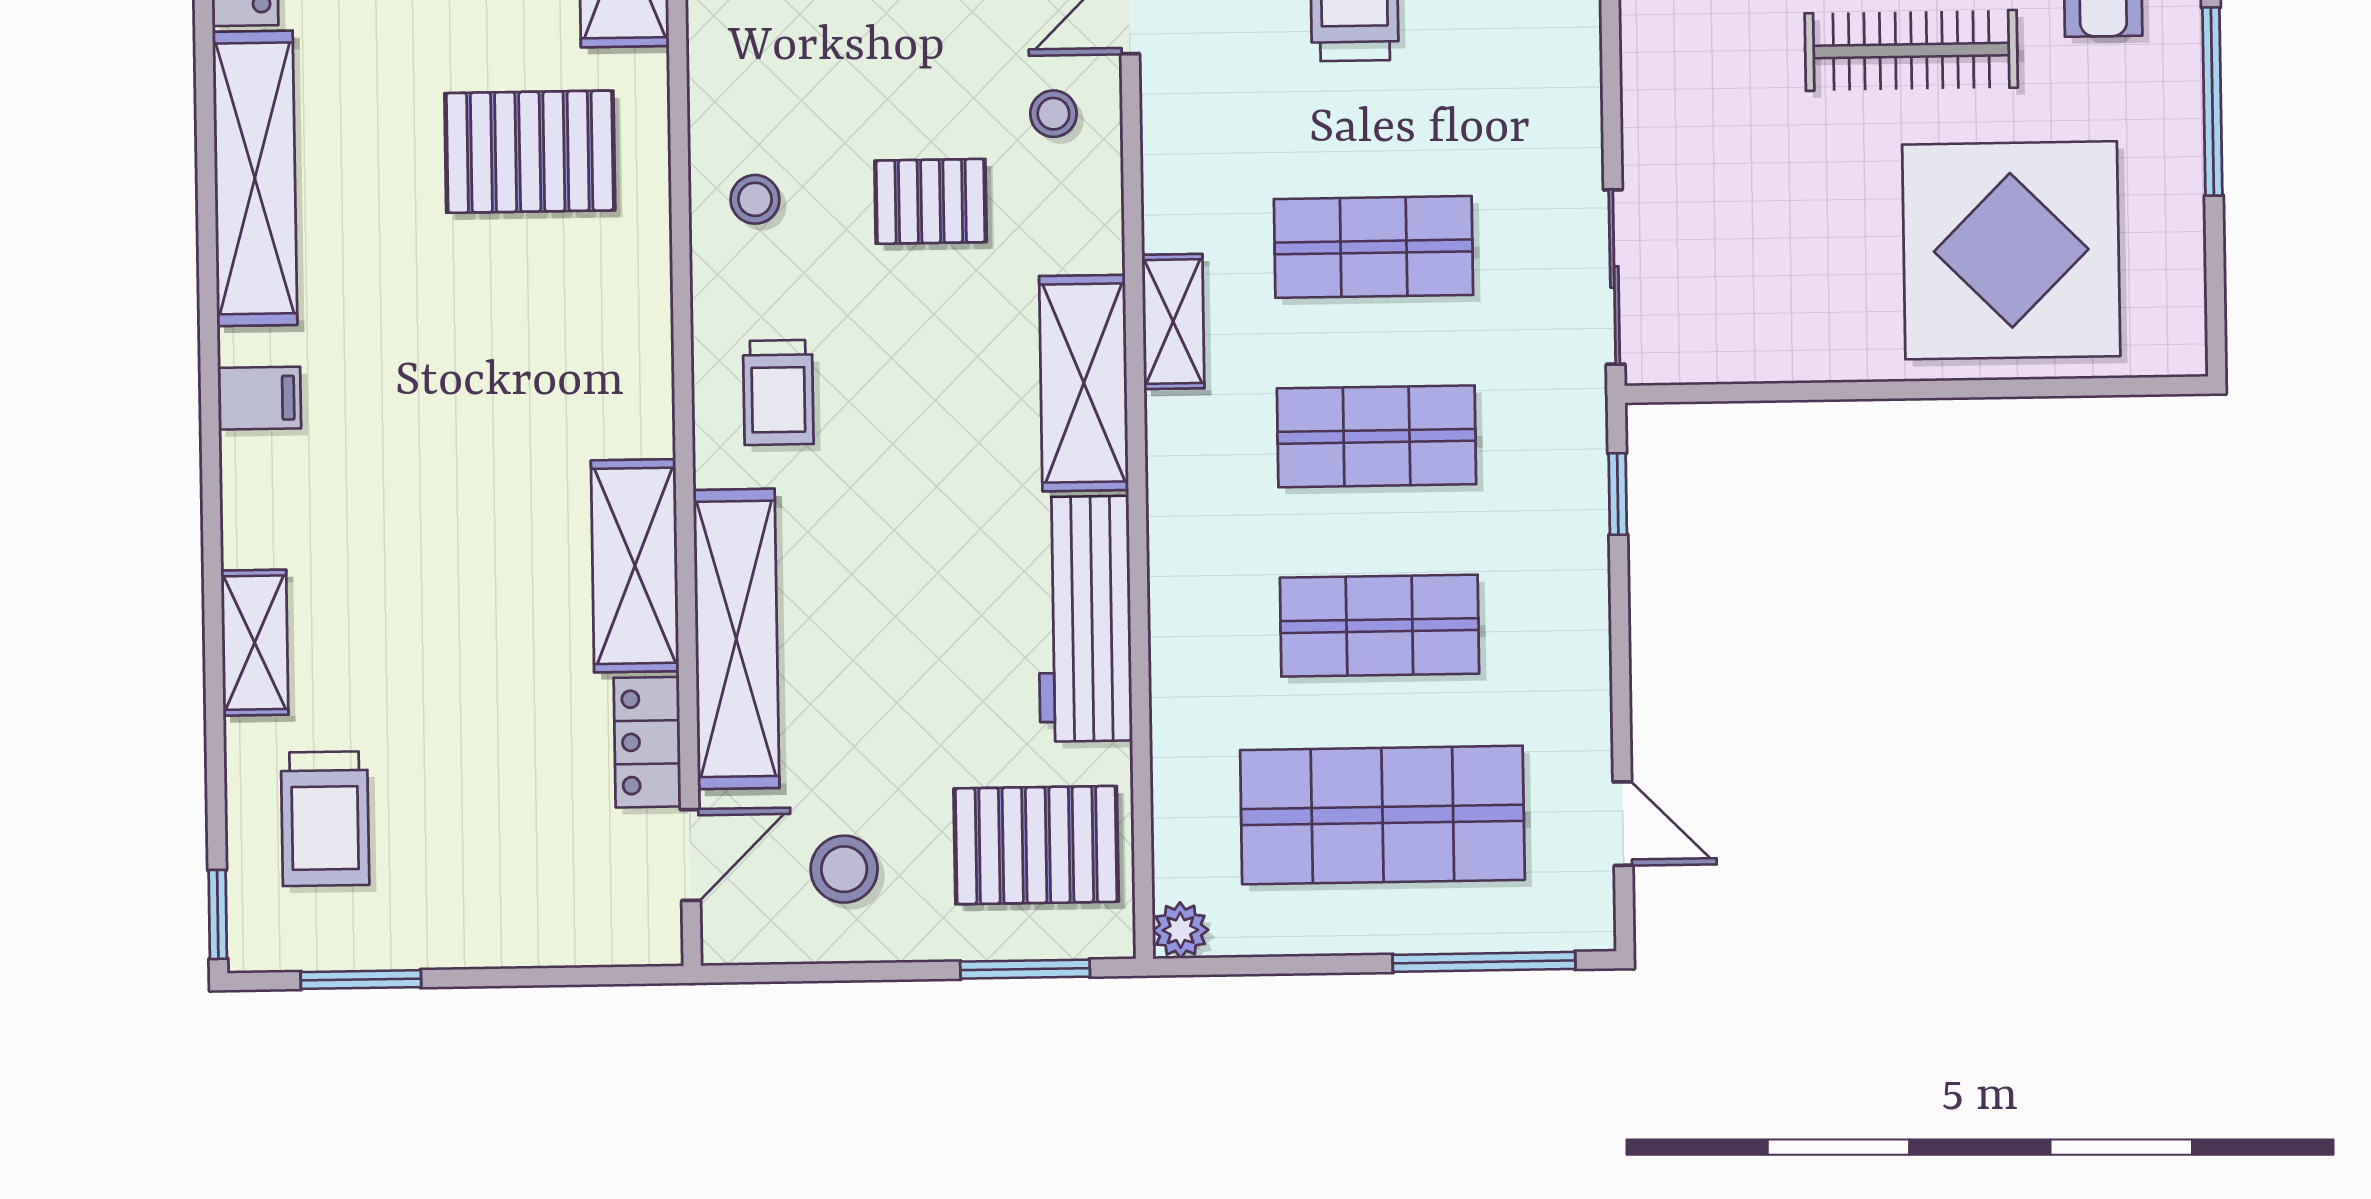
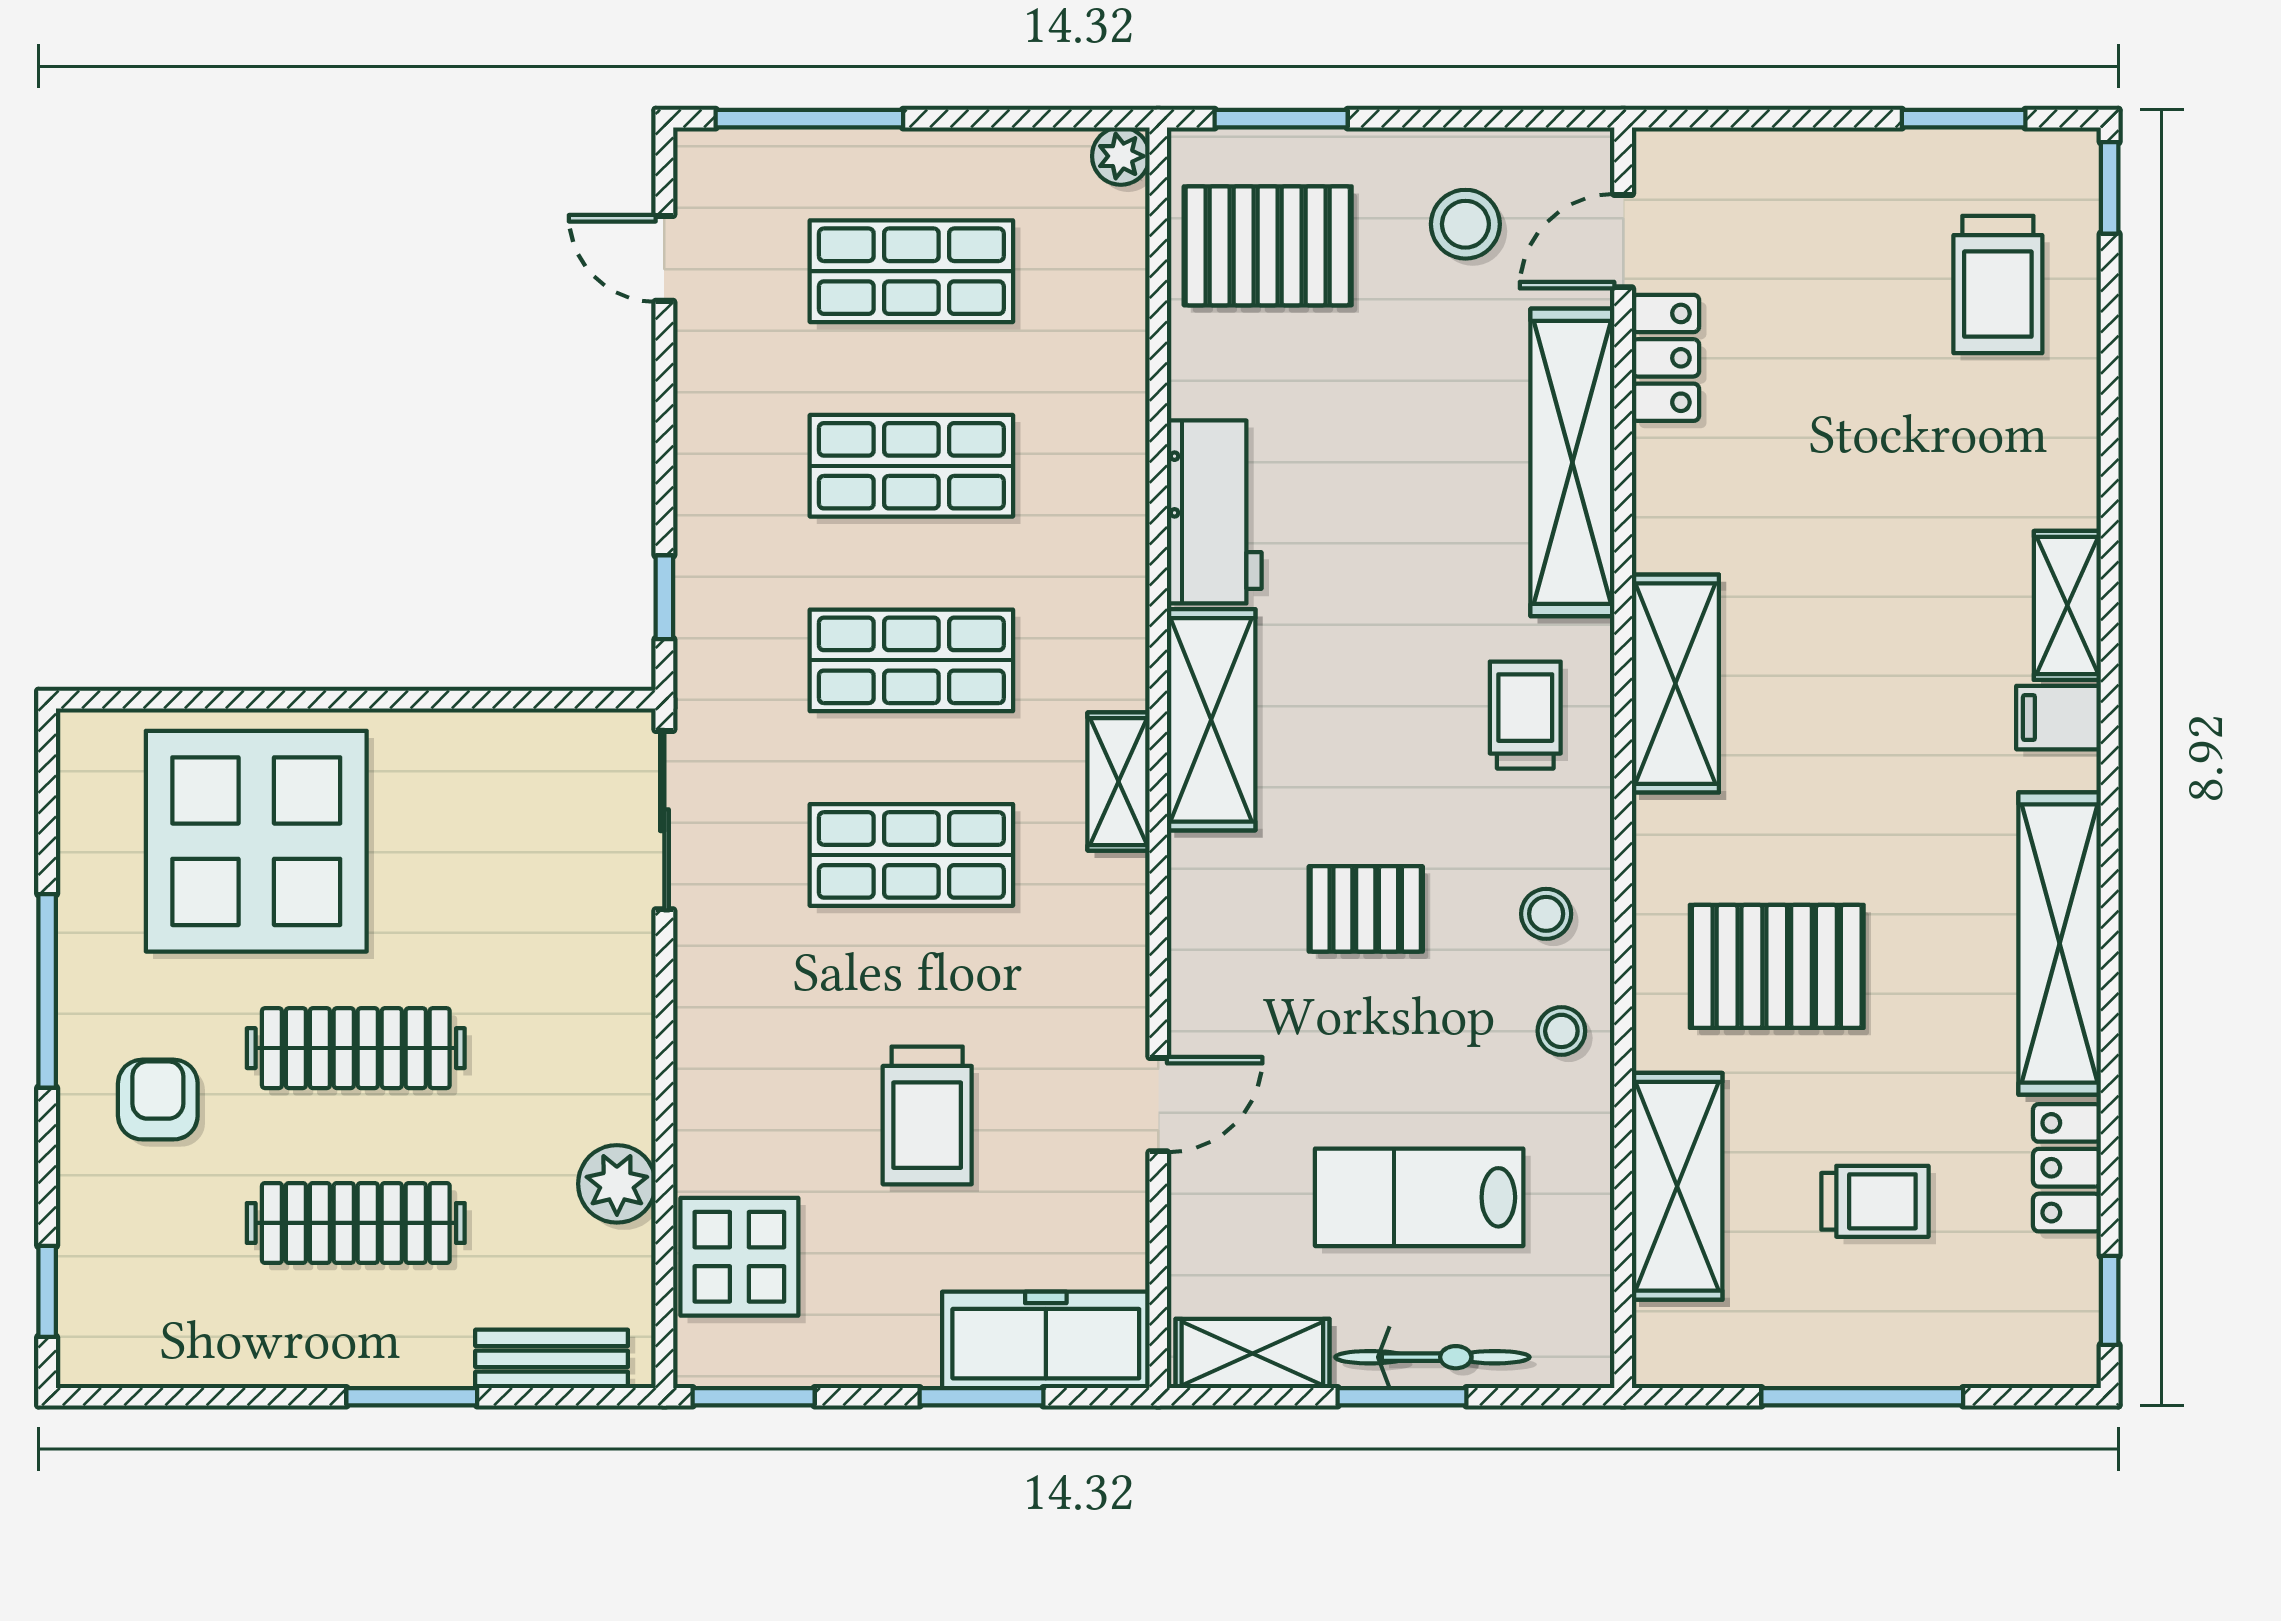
stool: (1053, 114) -> (1561, 1031), moved
shelving: (635, 566) -> (1675, 684), moved
workbench: (1085, 619) -> (1214, 512), width x0.73
shelving: (255, 643) -> (2067, 605), moved
shop shelf: (1382, 815) -> (911, 271), width x0.70, depth x0.74
trolley: (325, 819) -> (1998, 284), turned 180

